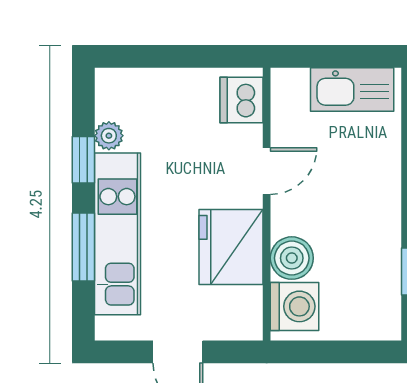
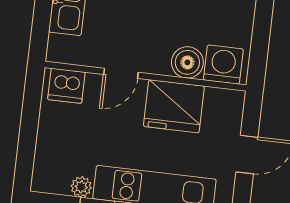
door: (267, 171) -> (121, 73), swing flipped

